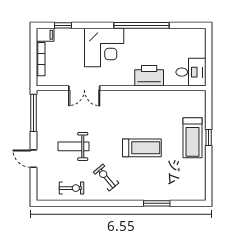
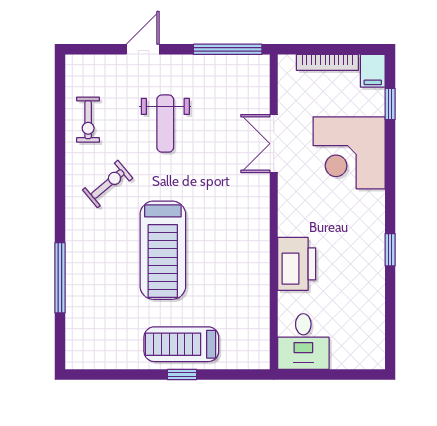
window: (141, 25) -> (390, 250), width x0.32
corner desk: (104, 47) -> (349, 153), moved
weight bench: (73, 146) -> (165, 124), turned 180
treadmill: (142, 148) -> (163, 250), width x1.37, depth x1.38
window: (157, 203) -> (60, 278), width x1.44

